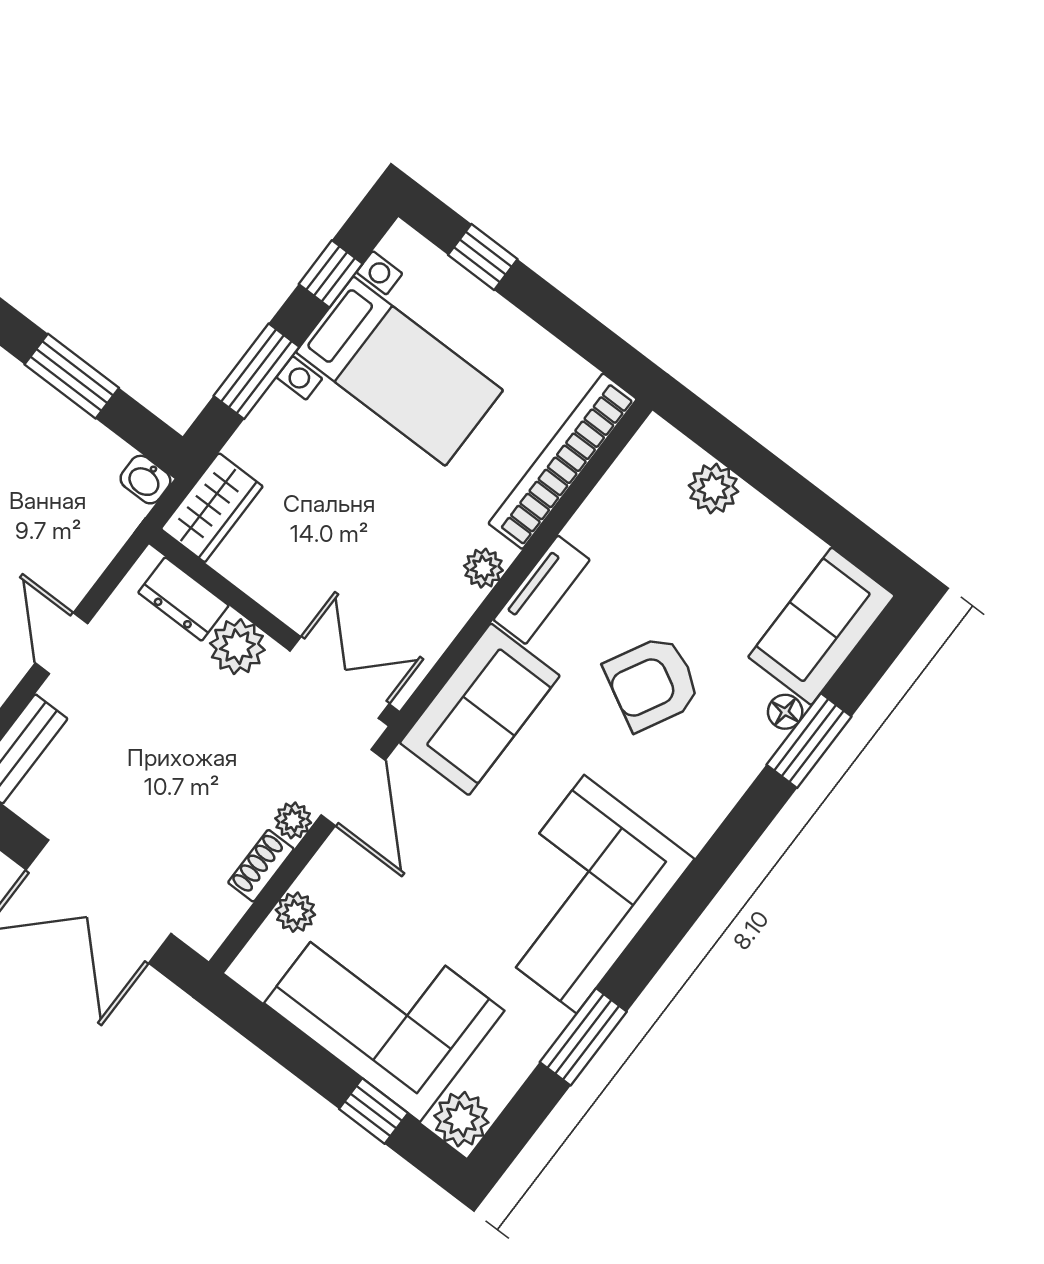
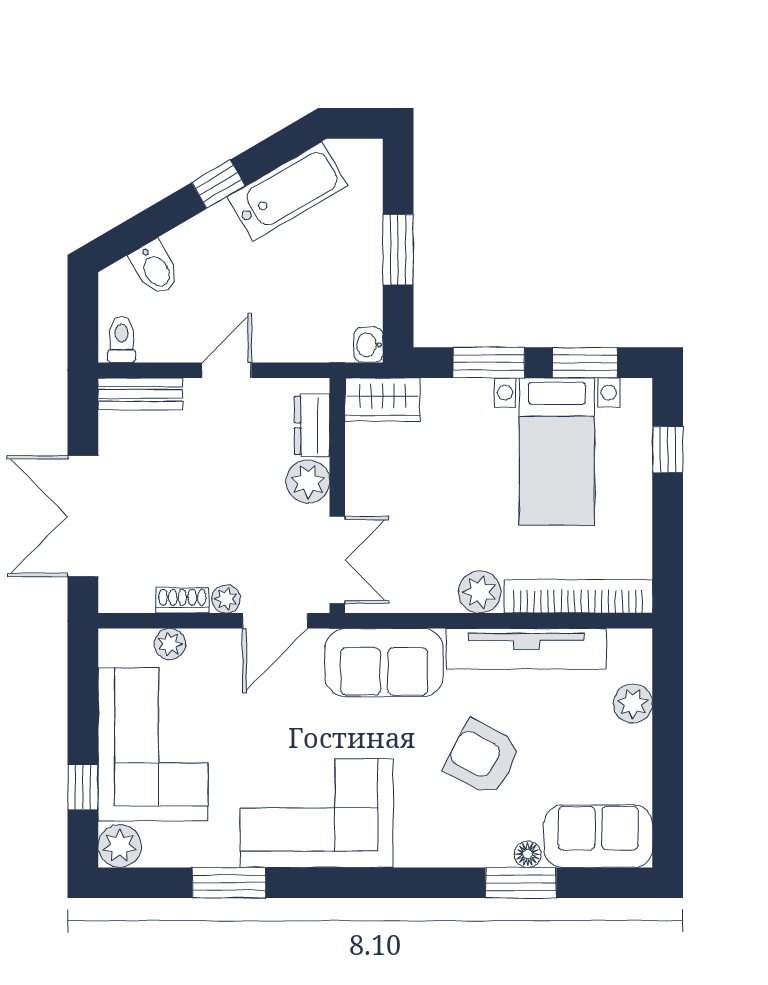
window: (331, 274) -> (585, 363), width x1.50
plant: (483, 568) -> (480, 592), width x1.38, depth x1.38
tv unit: (542, 590) -> (526, 649), width x1.92, depth x1.29

